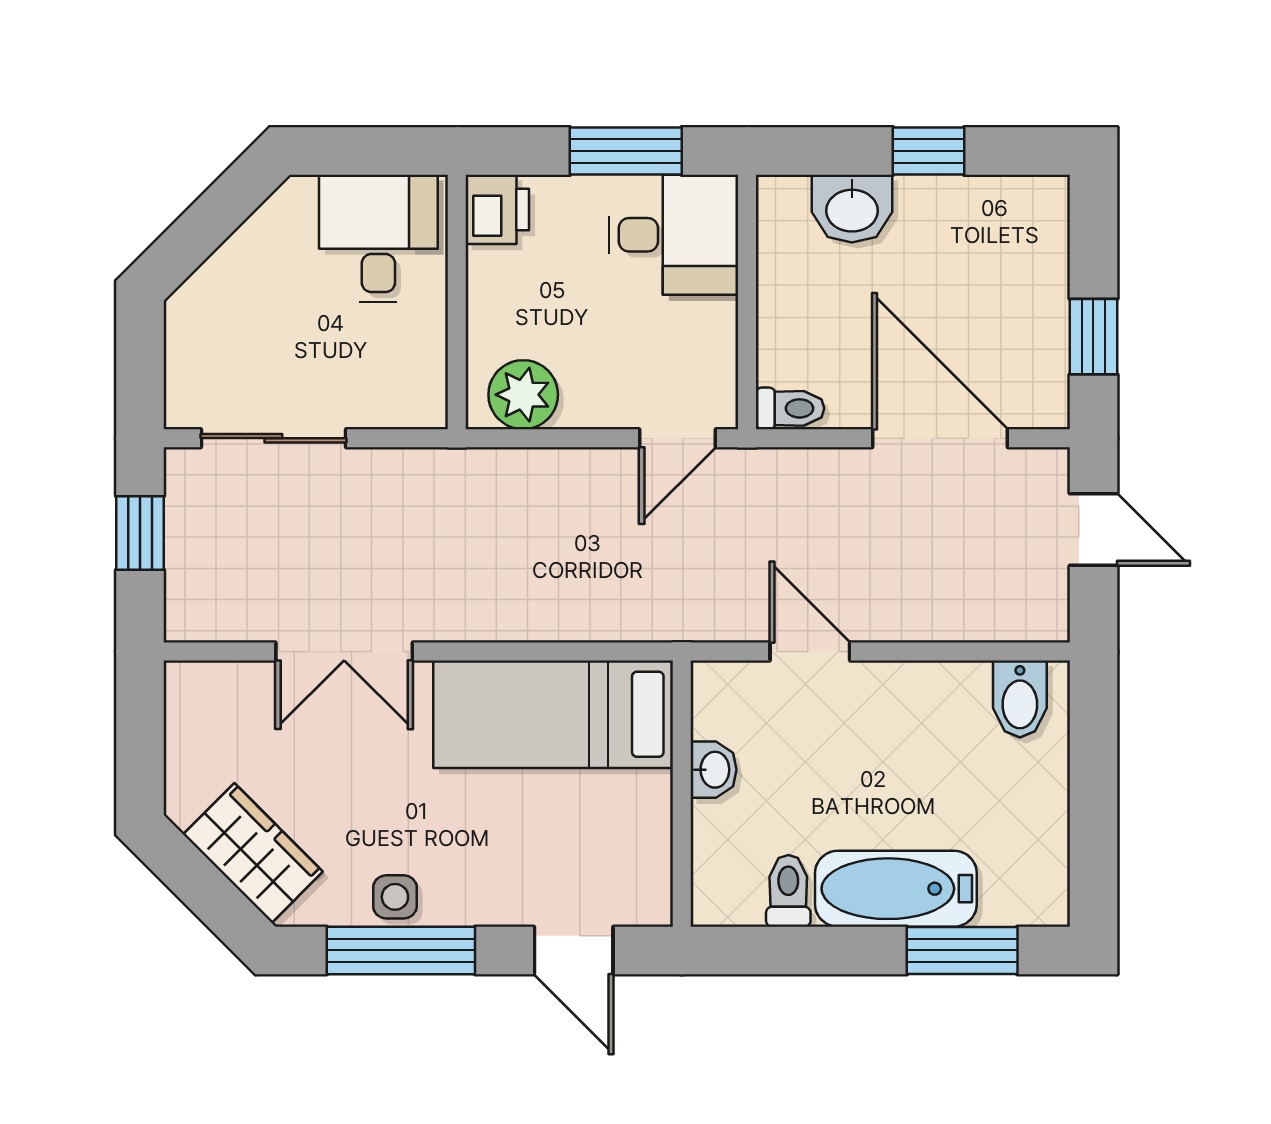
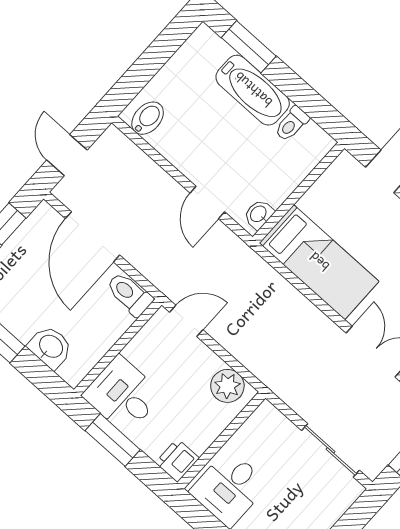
toilet: (790, 408) -> (129, 294), width x1.37, depth x1.39
washbasin: (714, 770) -> (259, 214), moved

